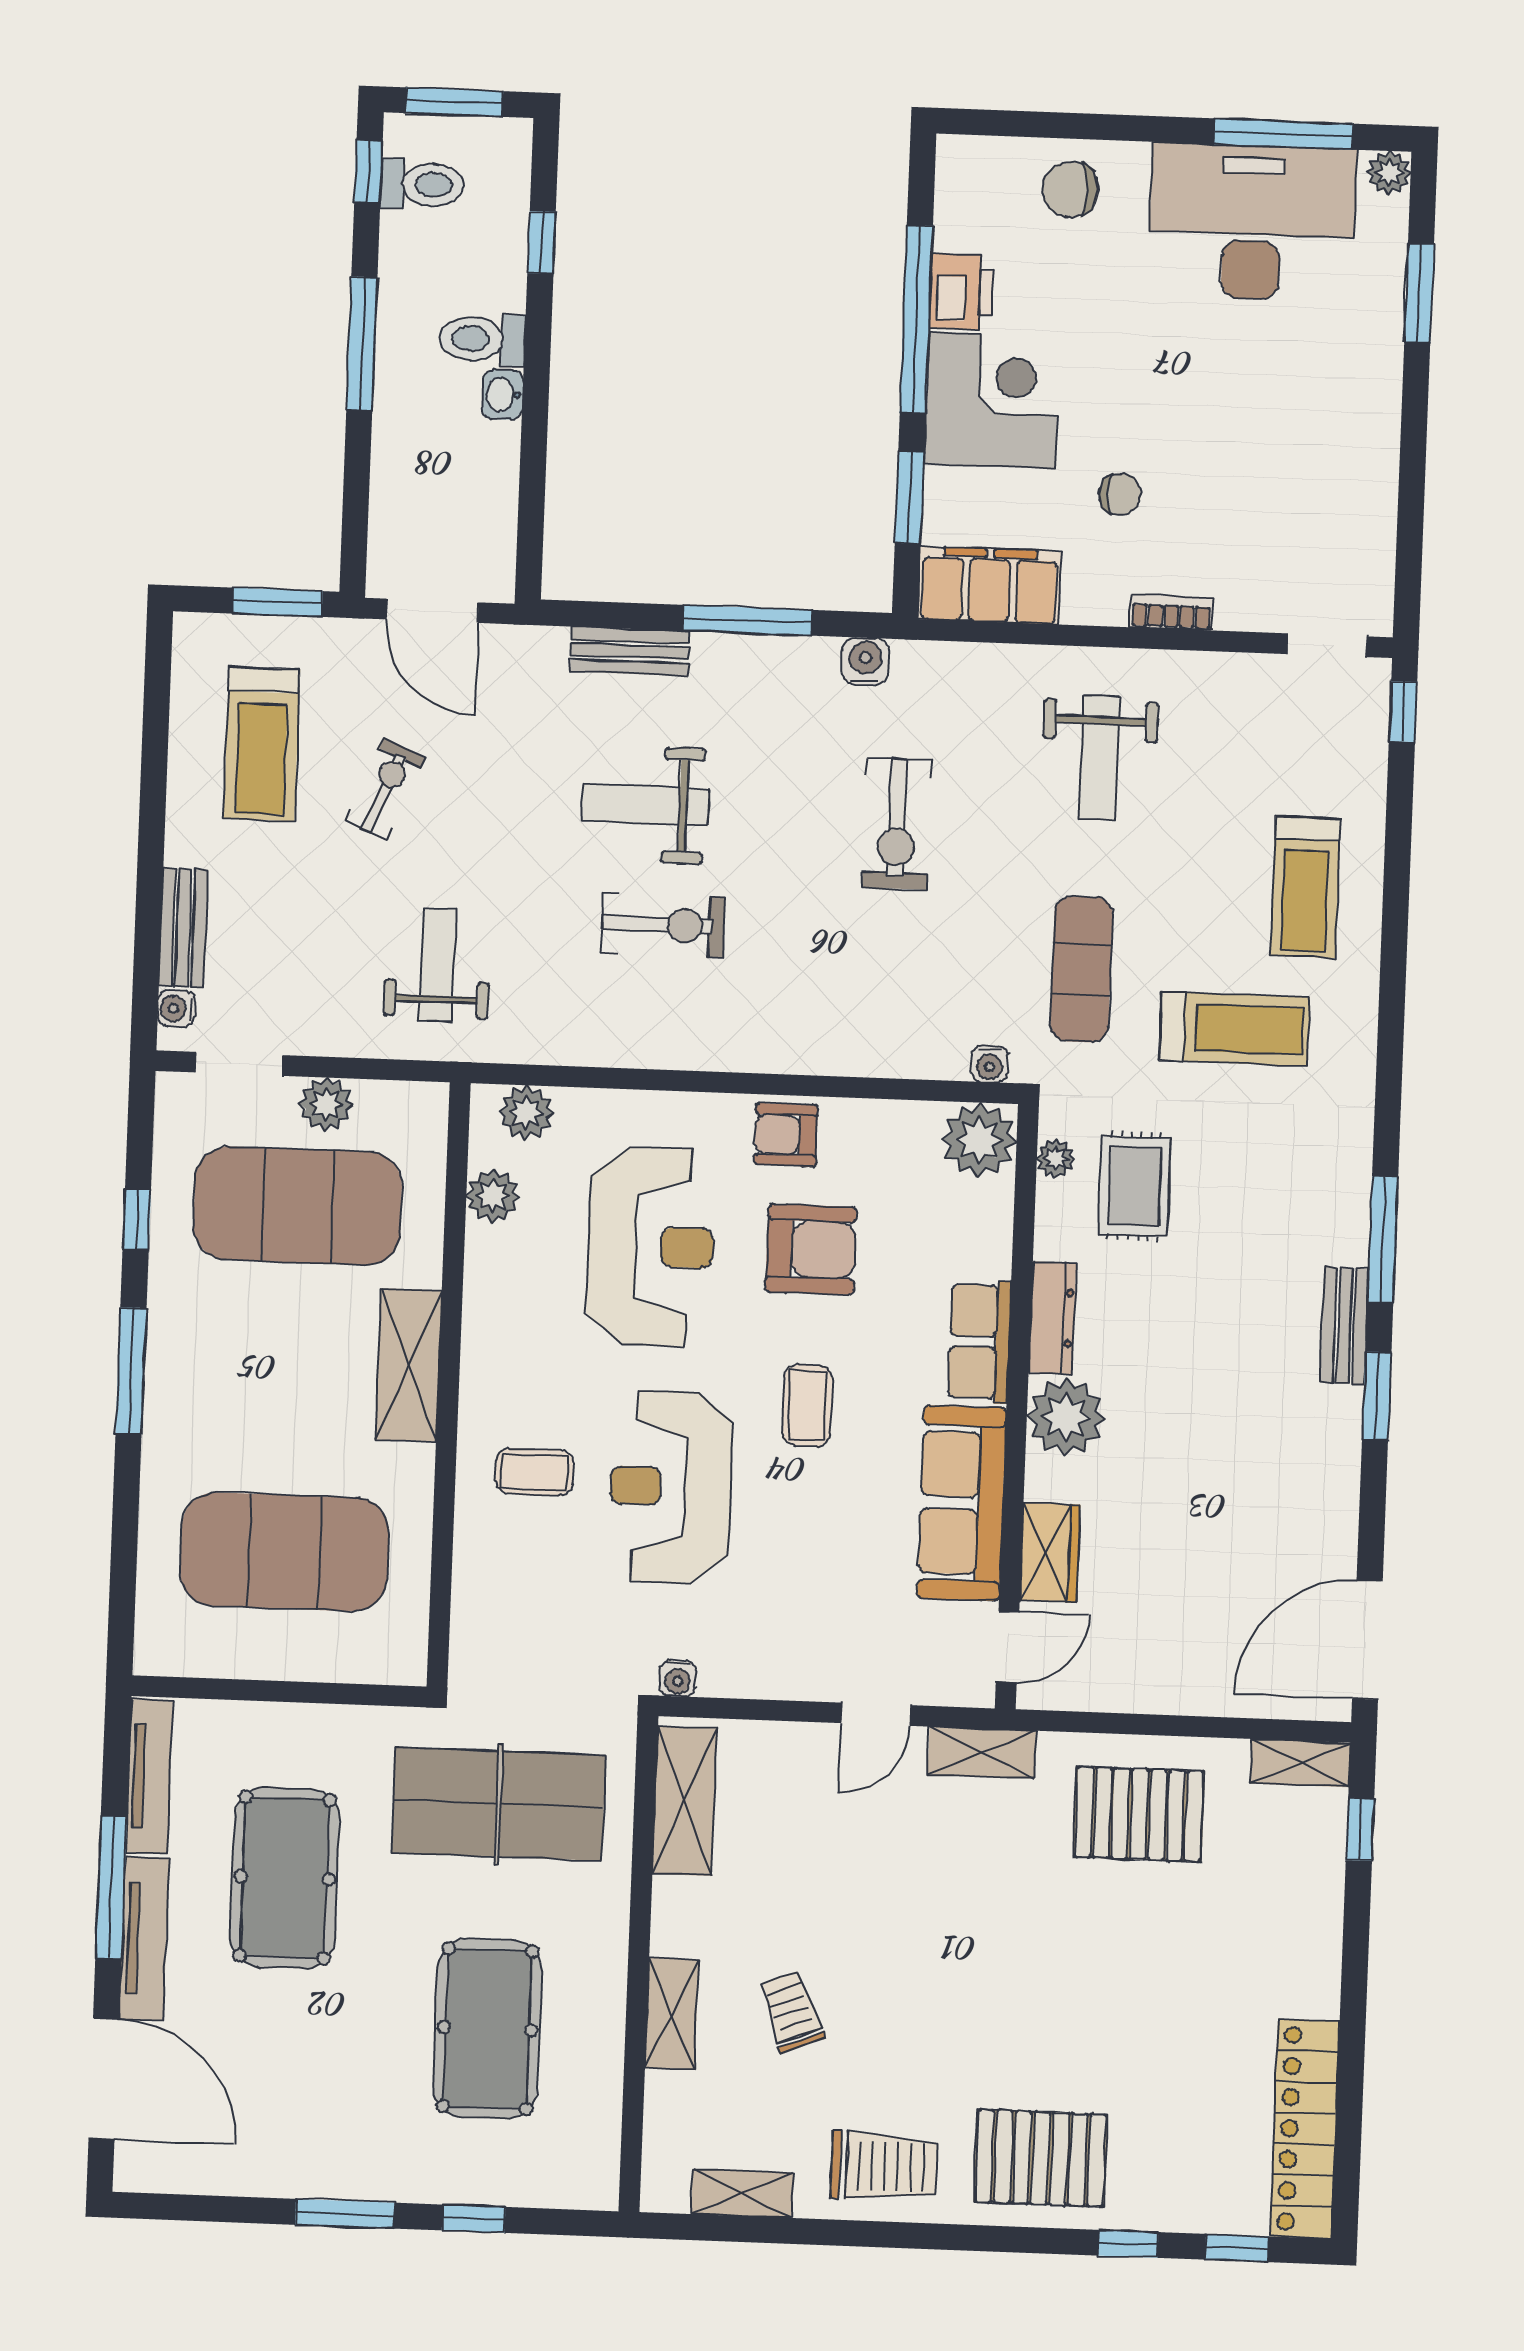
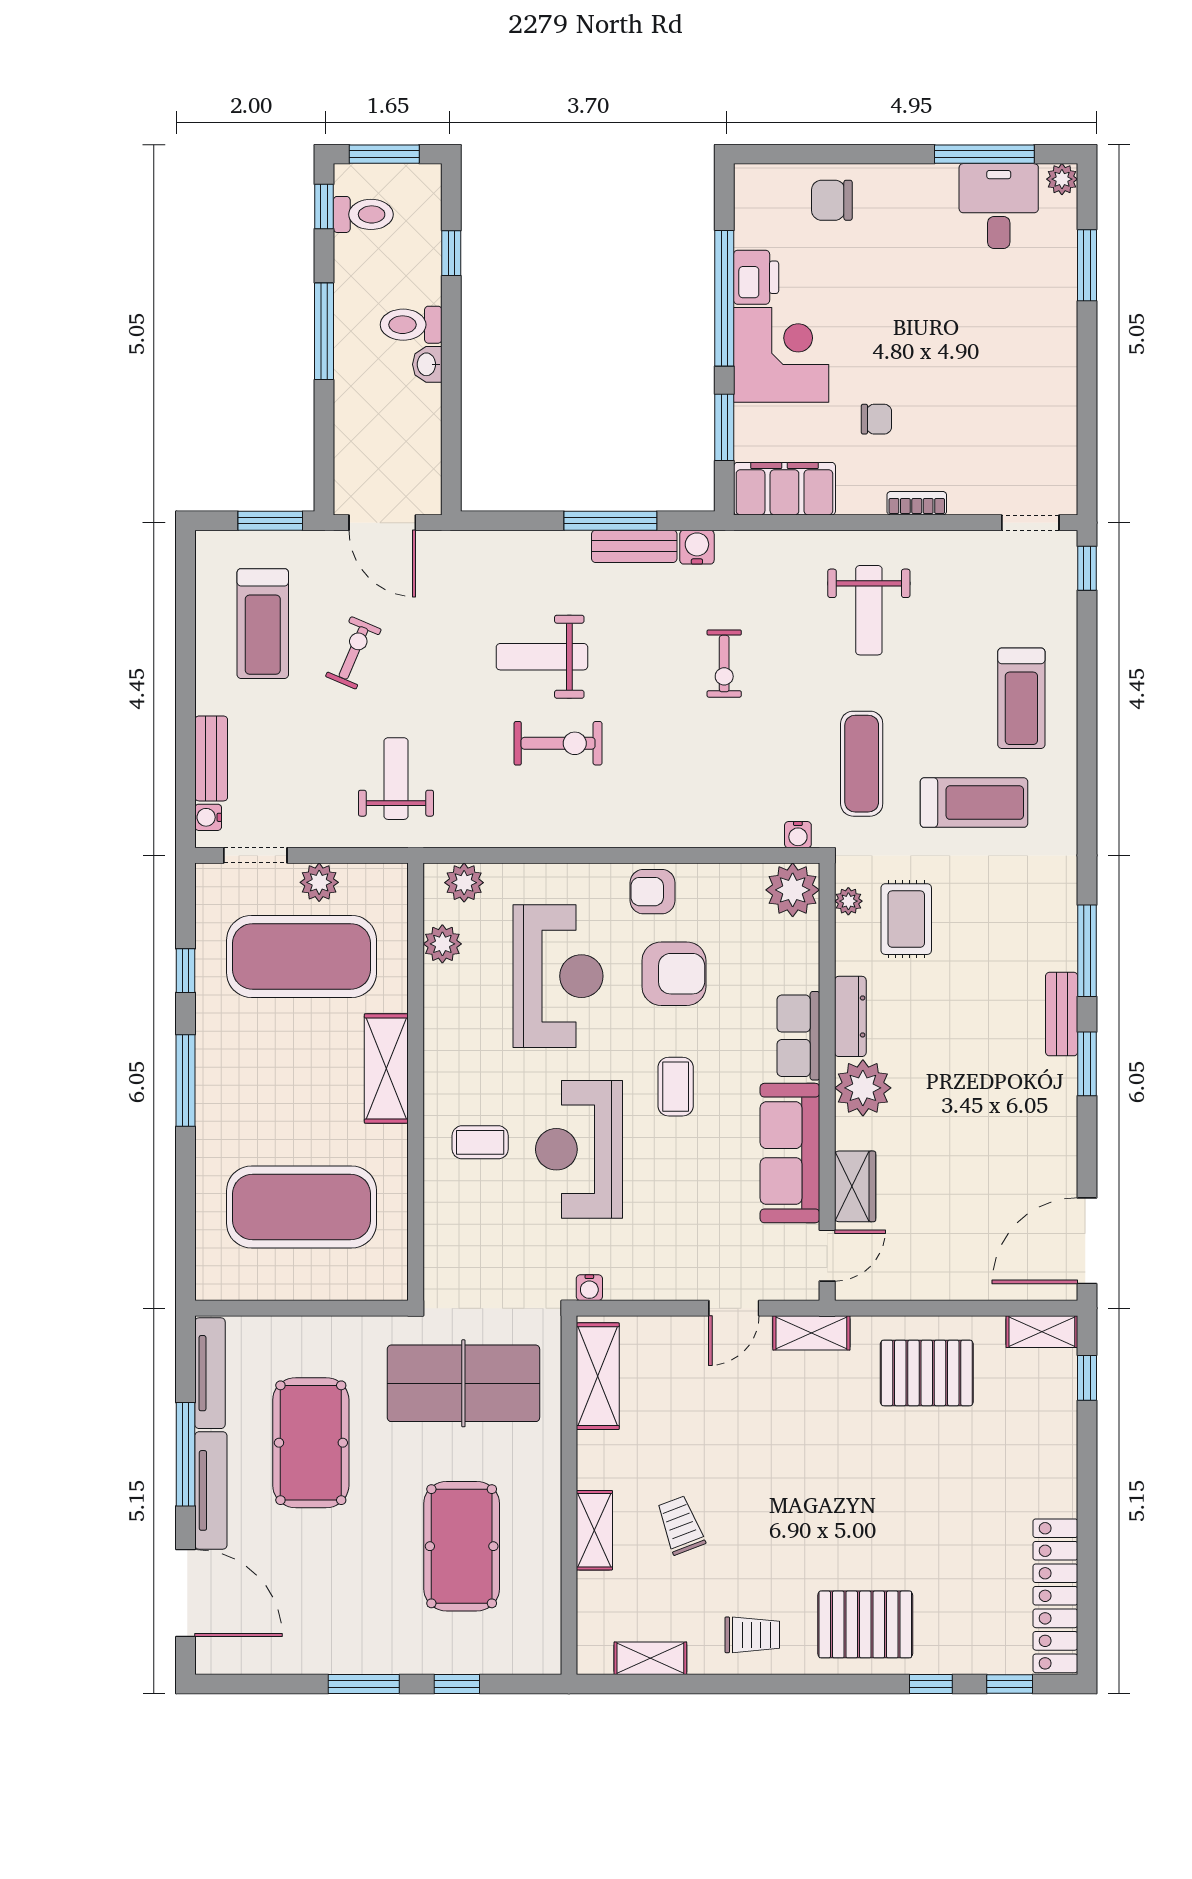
desk: (1252, 222) -> (999, 206), width x0.53, depth x0.77
bench: (630, 651) -> (634, 546), moved
exercise bike: (897, 824) -> (724, 664), width x0.73, depth x0.72
trolley: (884, 2166) -> (752, 1635), width x0.73, depth x0.72

